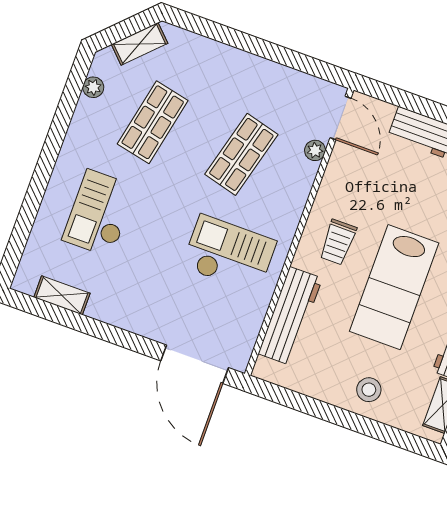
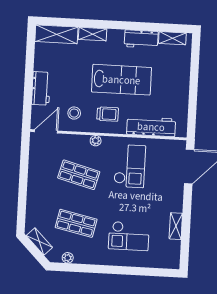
plant: (315, 150) -> (96, 141), moved
checkout: (229, 254) -> (130, 166), turned 180
shelving: (62, 295) -> (176, 226), moved
stool: (369, 390) -> (74, 113), moved

